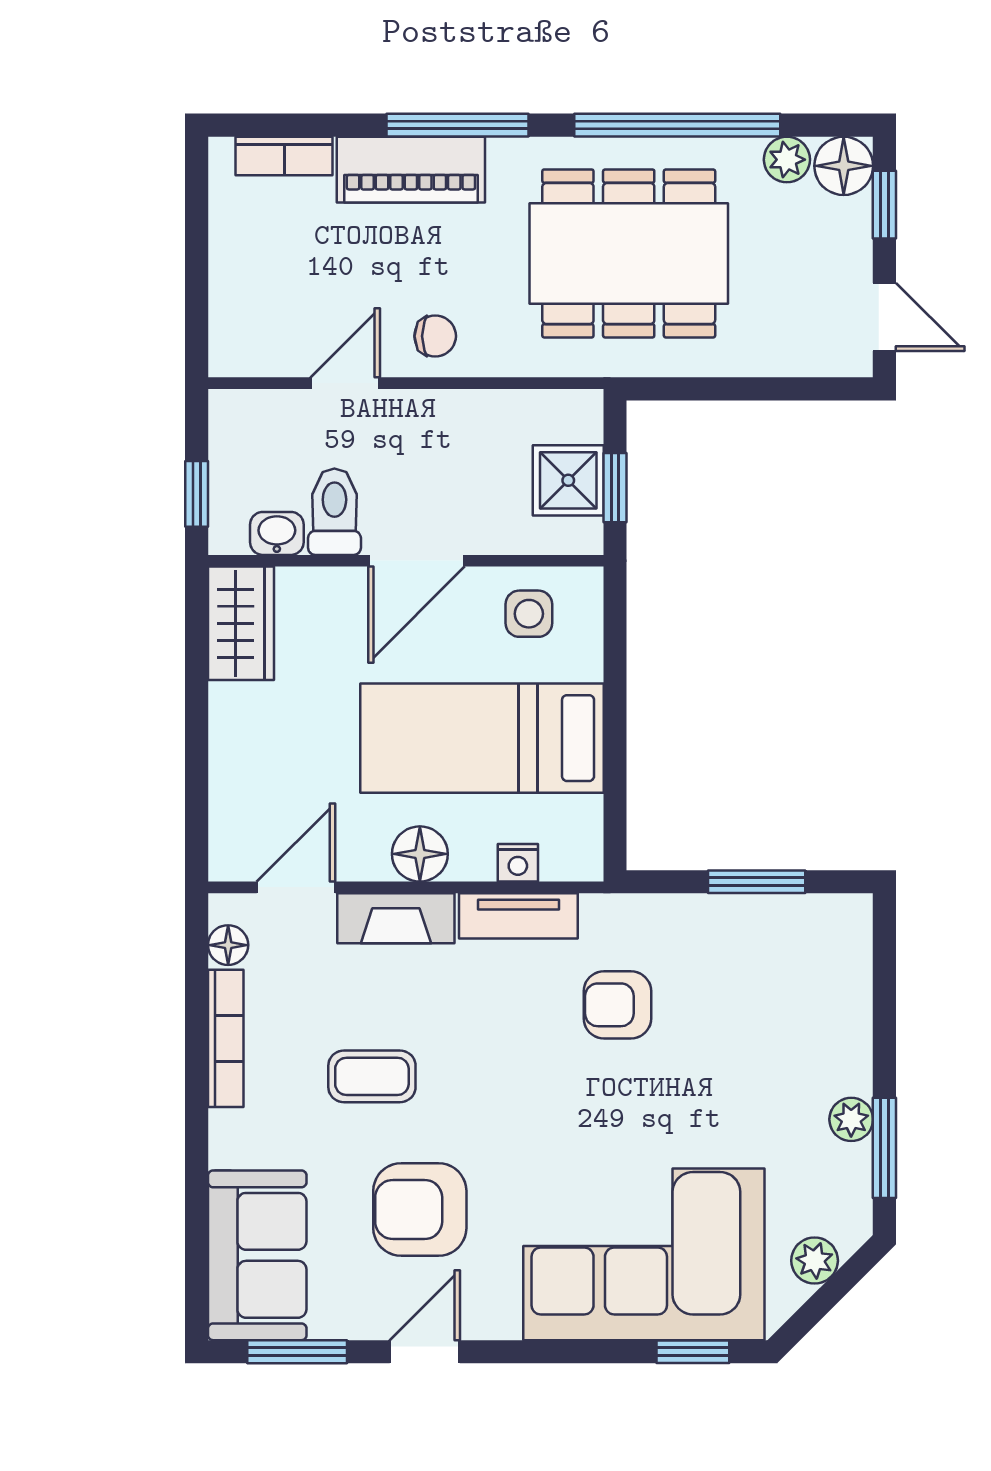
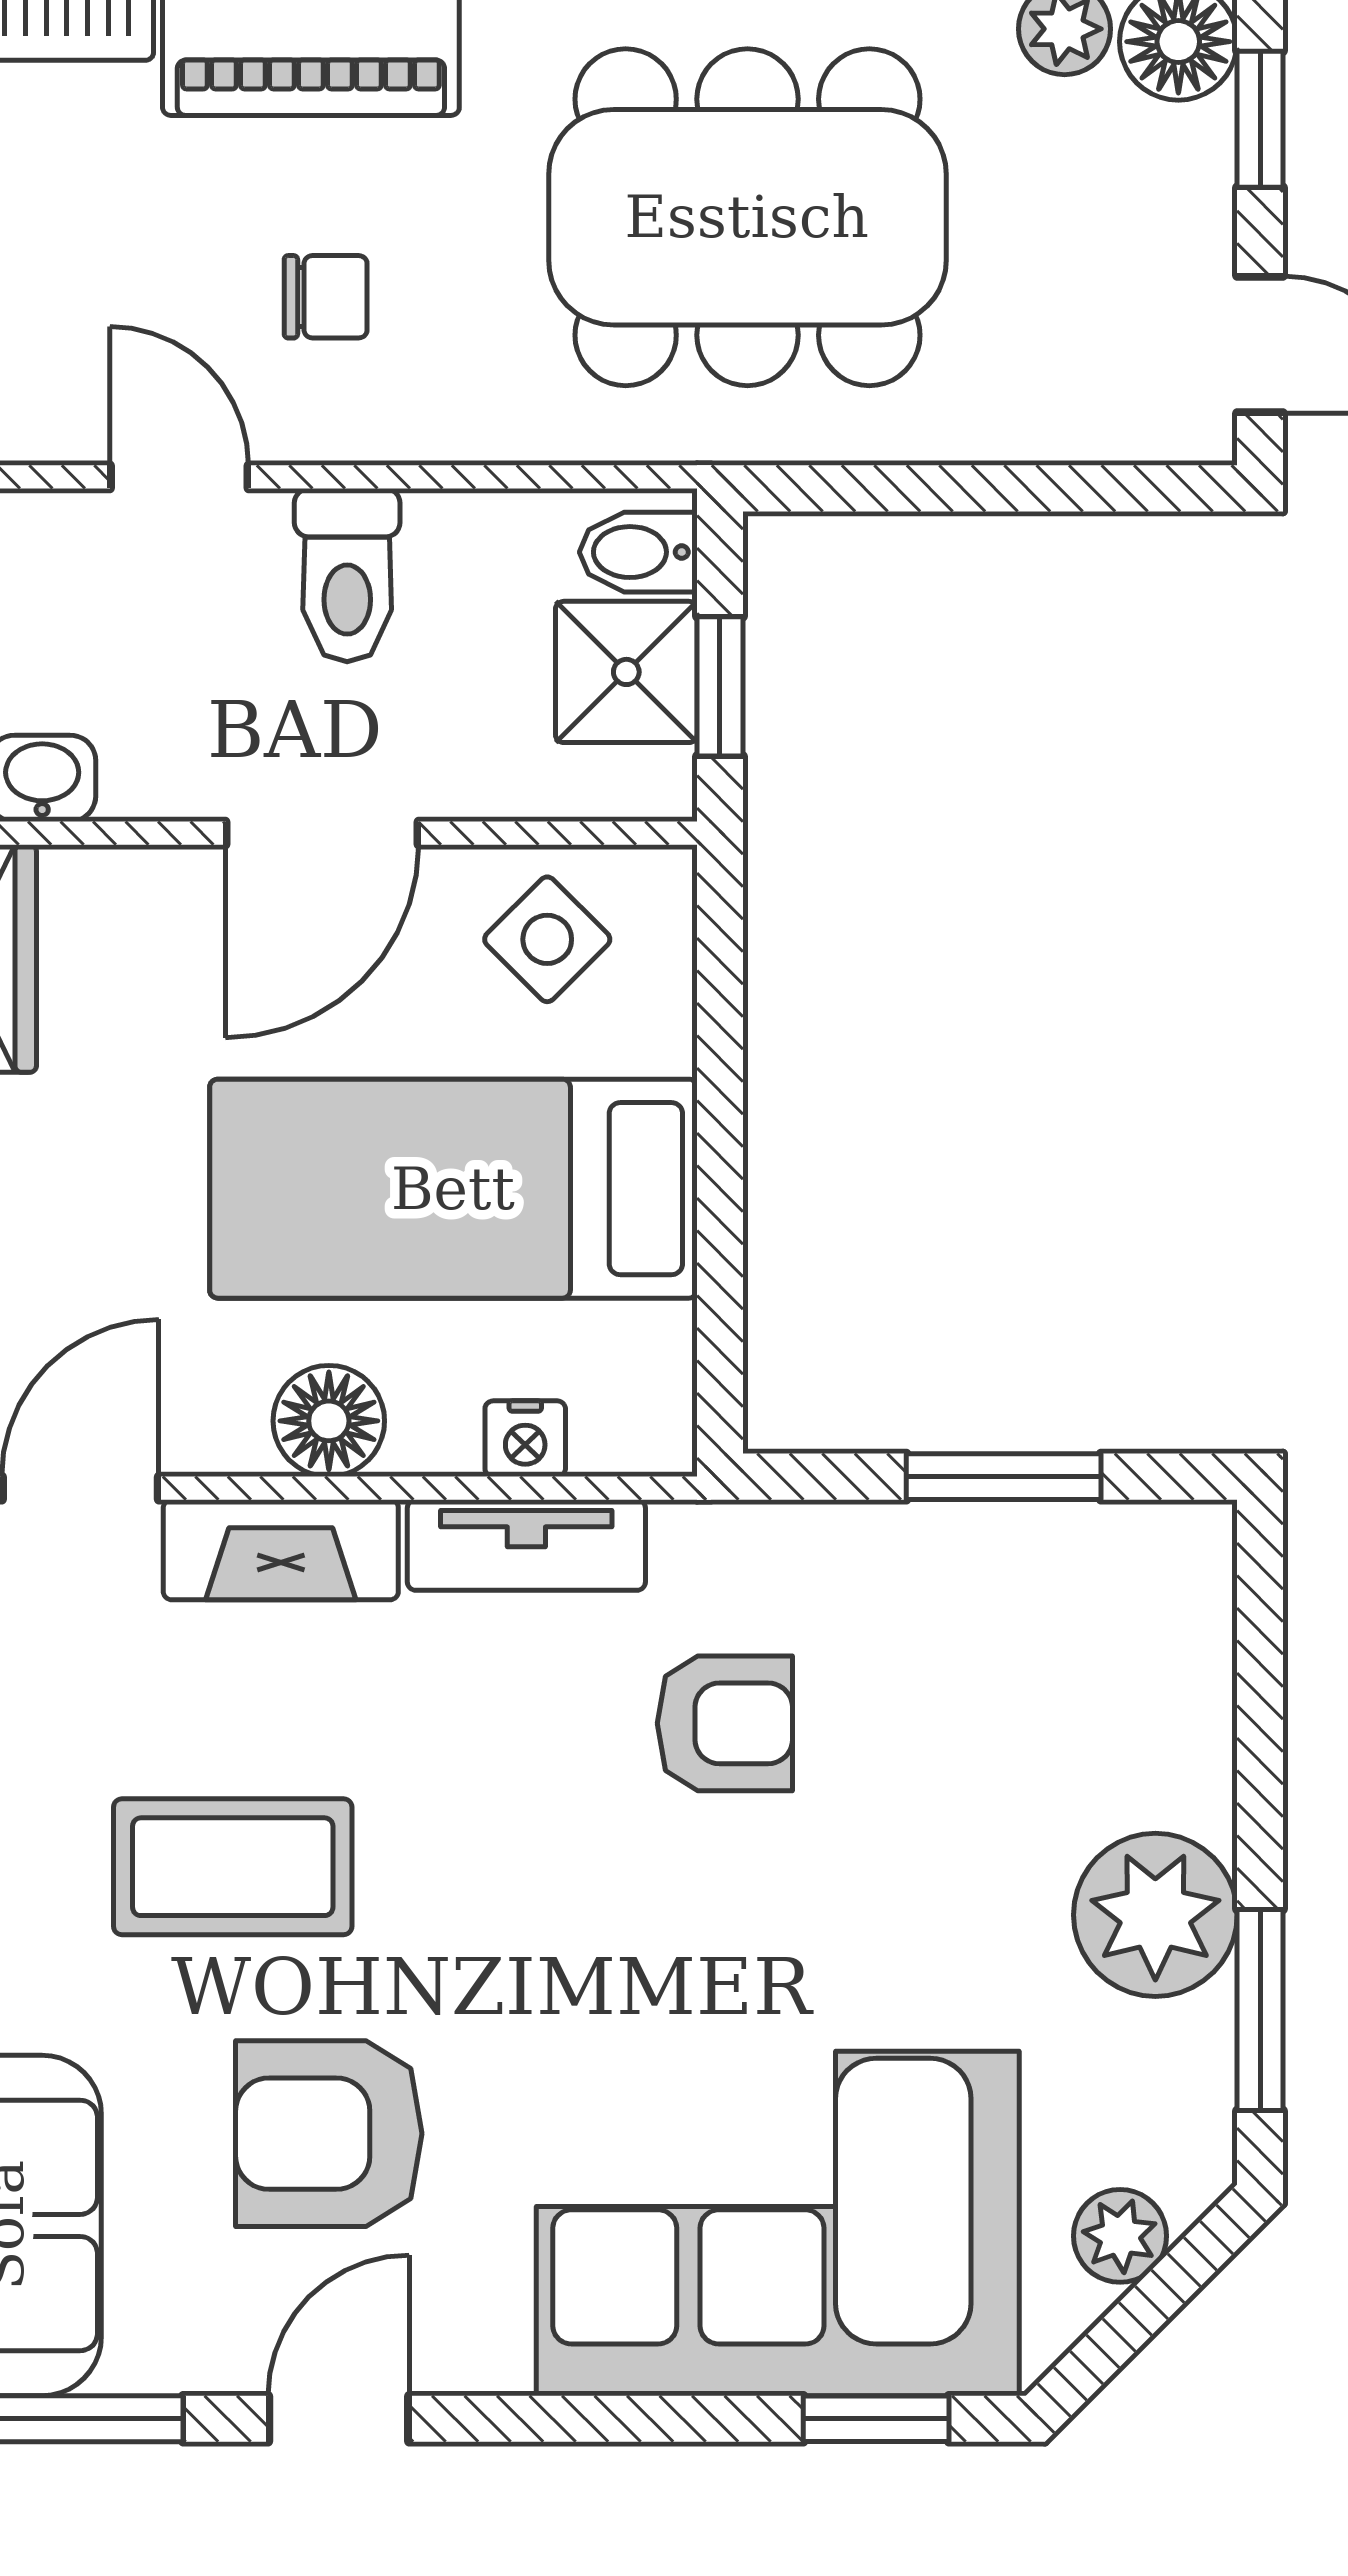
chair: (435, 336) -> (326, 297), moved
door: (345, 383) -> (179, 477), hinge flipped
bidet: (574, 420) -> (638, 552), added
toilet: (334, 512) -> (347, 575), moved, turned 180
side table: (529, 614) -> (547, 939), turned 45
armchair: (617, 1005) -> (725, 1723), turned 180
coffee table: (372, 1076) -> (233, 1867), width x1.36, depth x1.30
plant: (851, 1119) -> (1155, 1915), width x1.87, depth x1.87

